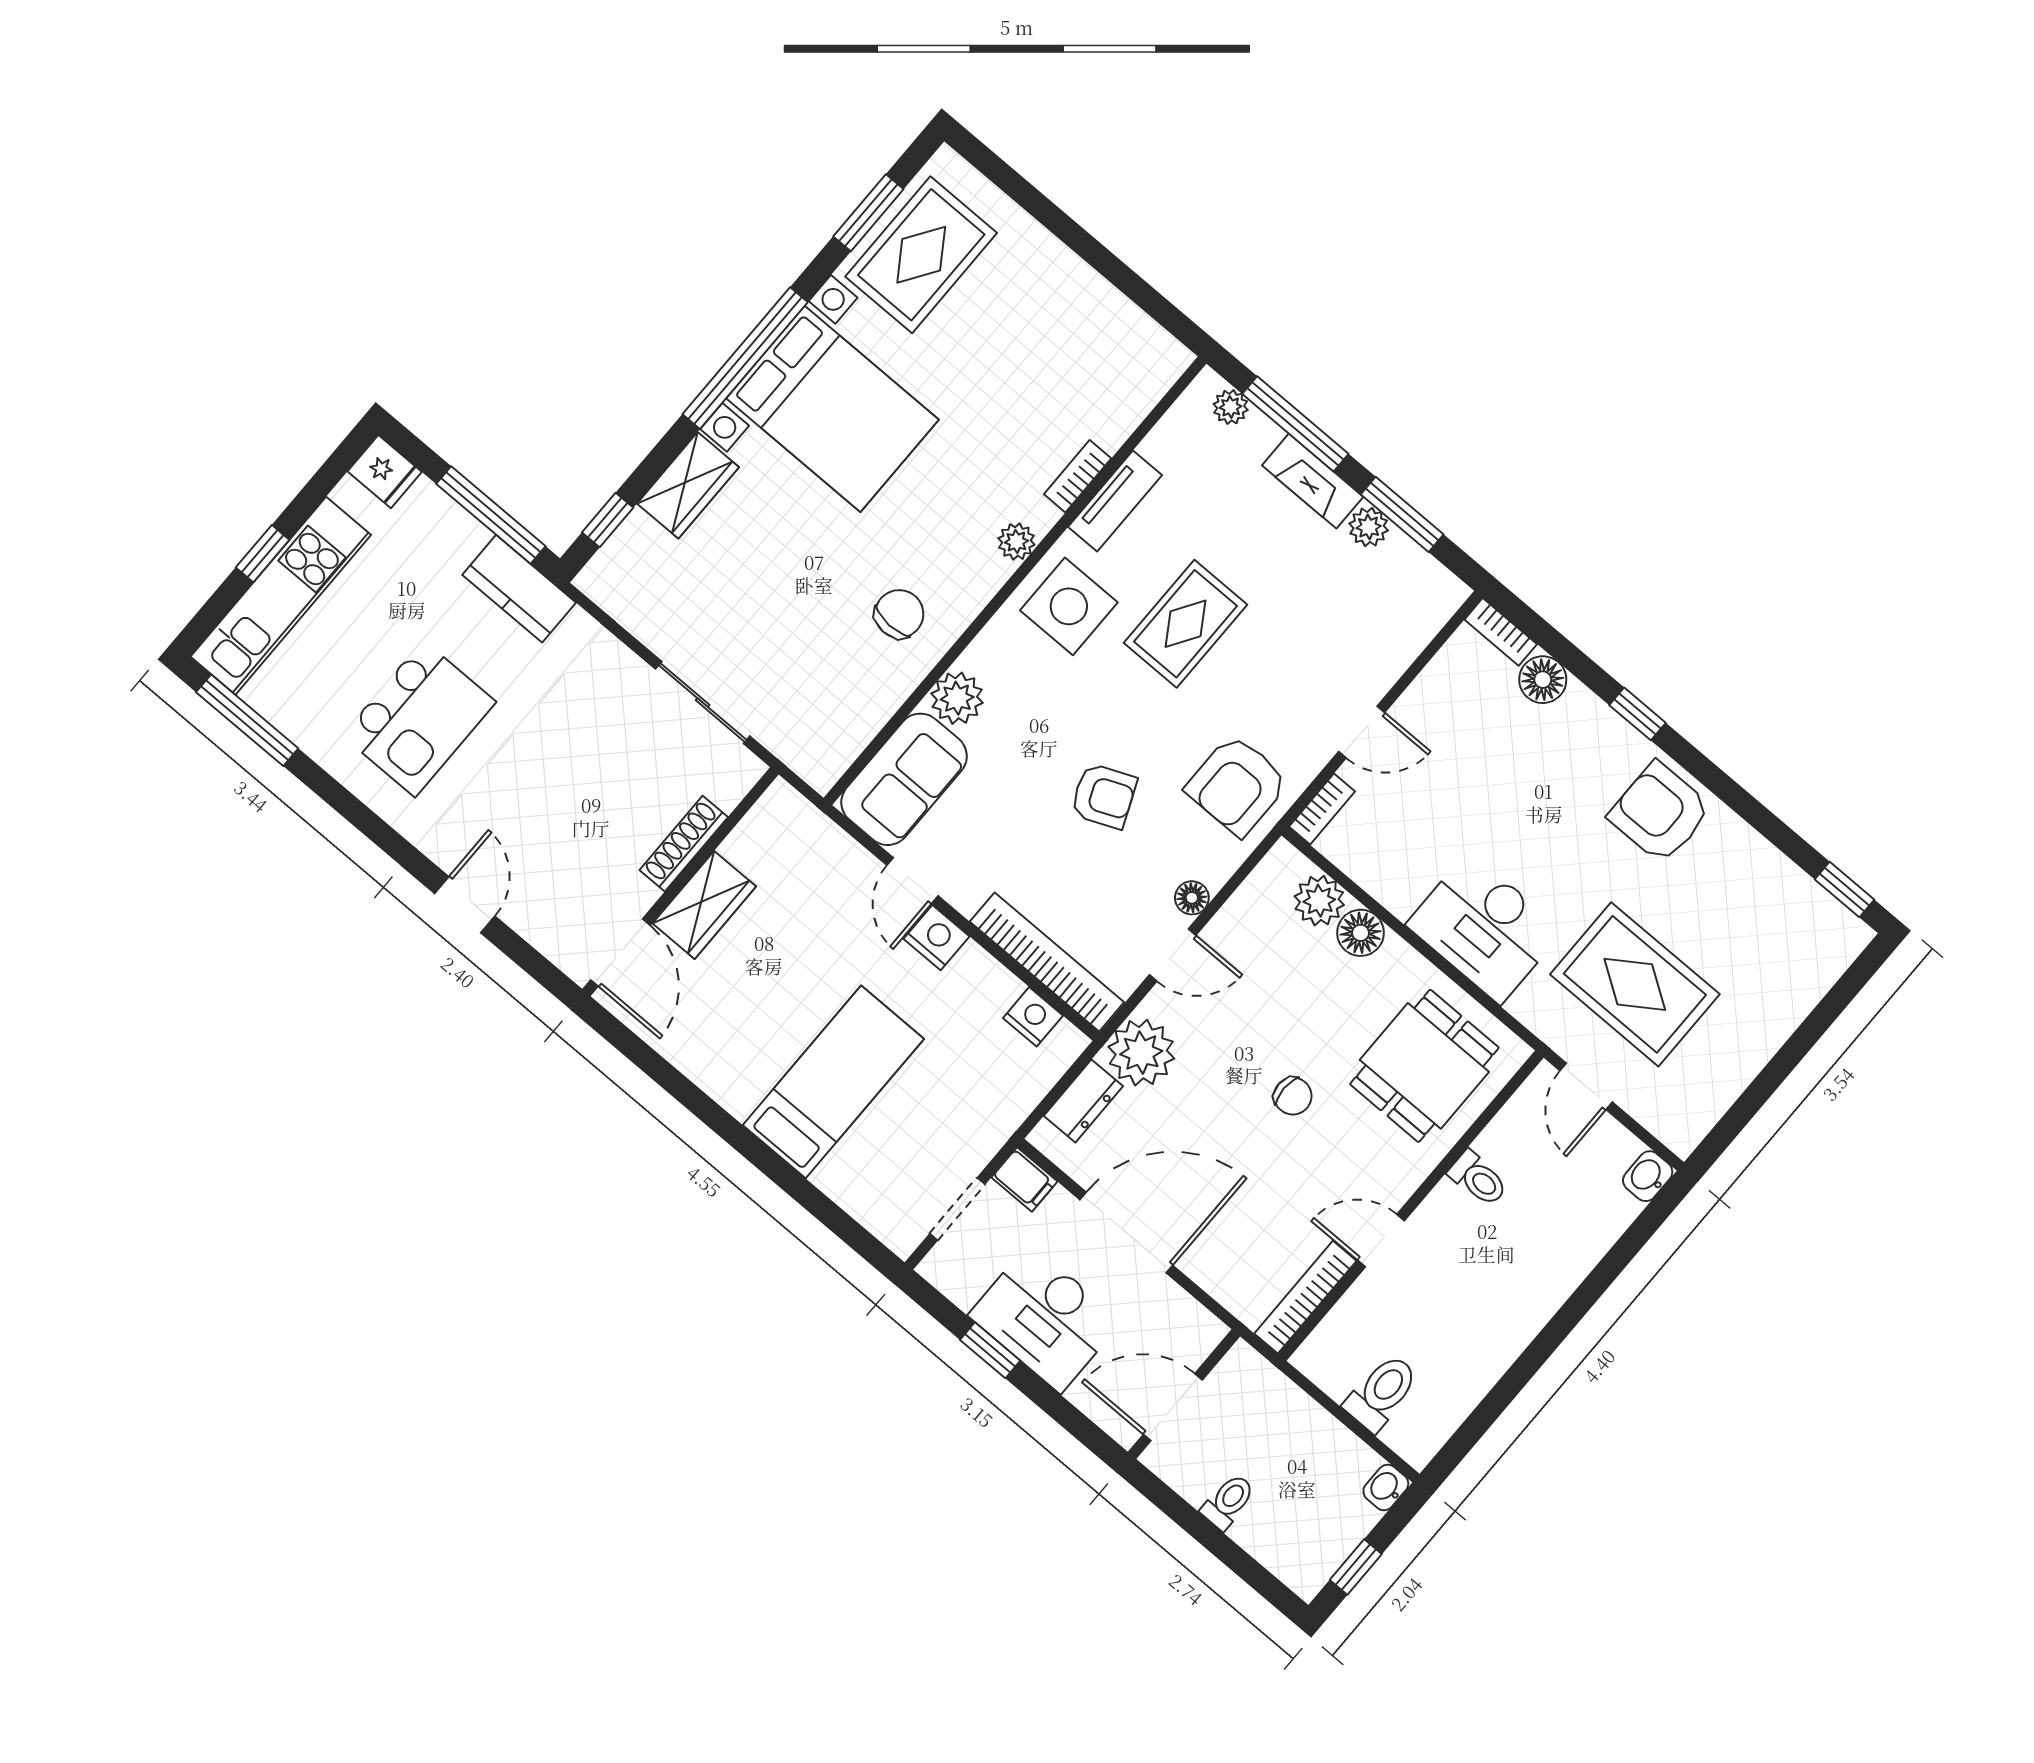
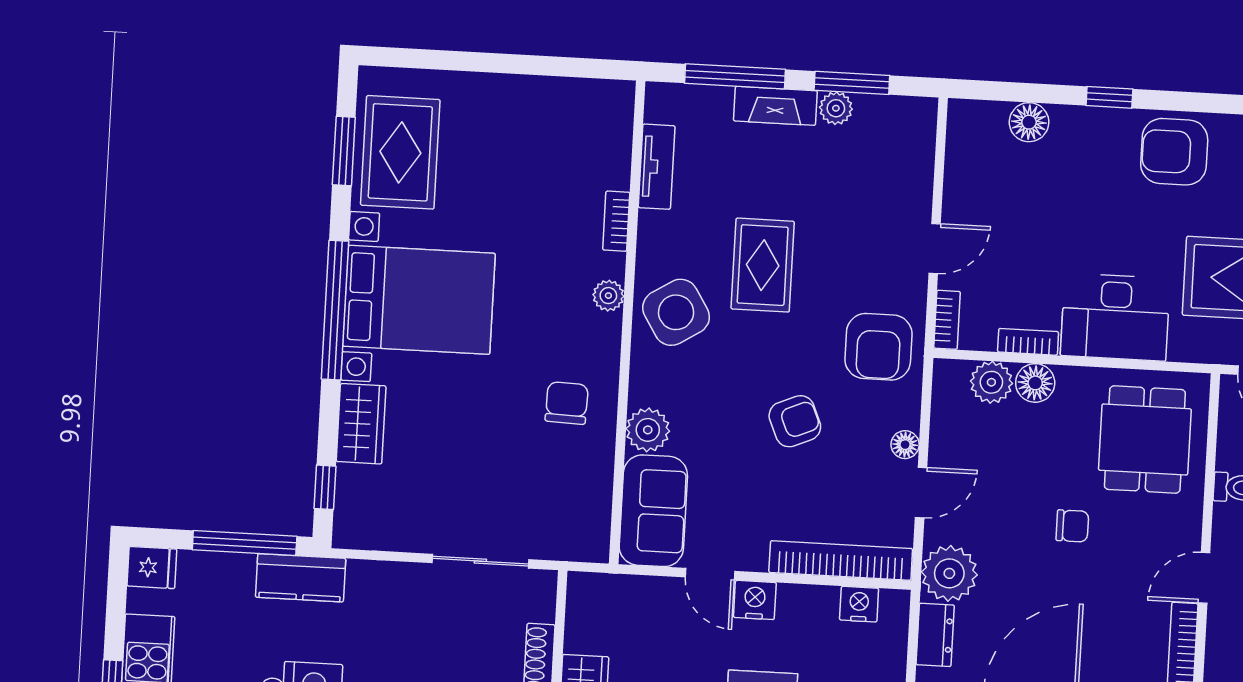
plant: (1231, 407) -> (683, 98), removed
tv unit: (1115, 501) -> (657, 167), moved
side table: (1069, 606) -> (676, 312), turned -32
bookcase: (1501, 632) -> (1028, 342), moved, turned 180

